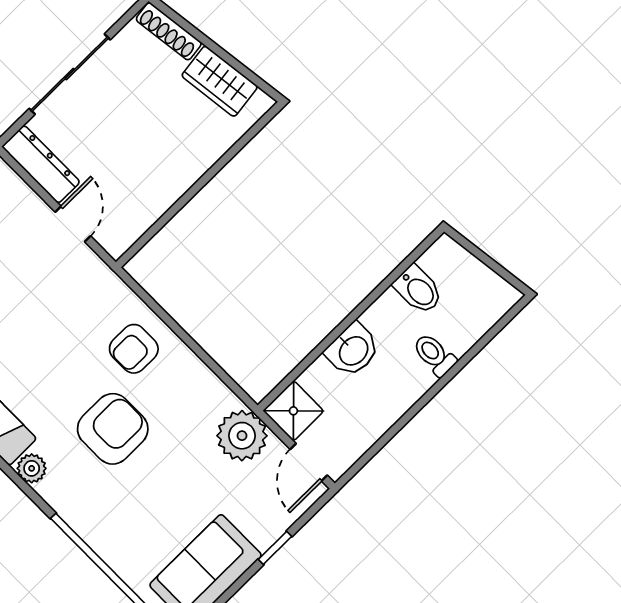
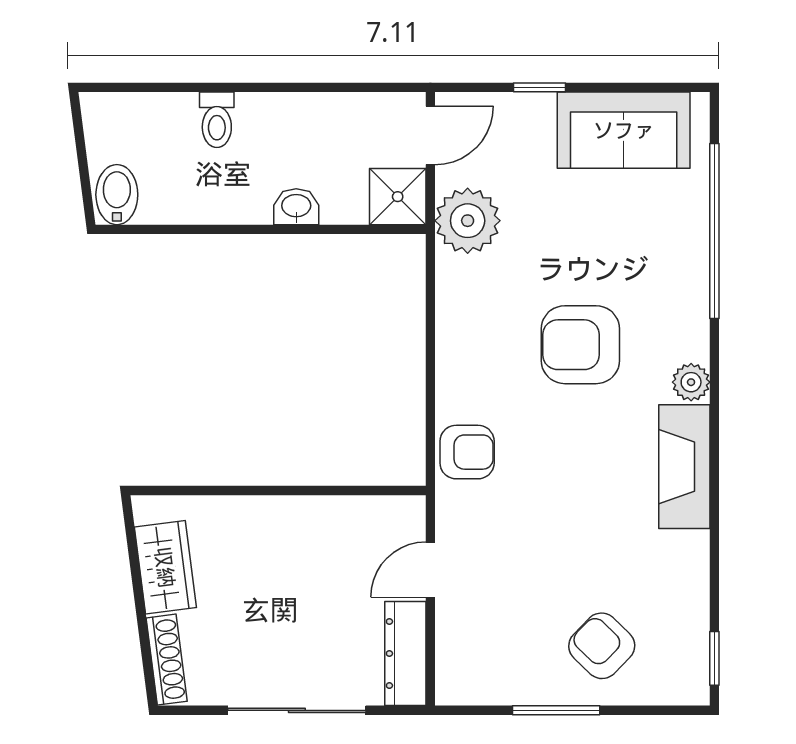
bidet: (418, 290) -> (117, 195), moved
armchair: (134, 349) -> (467, 452), moved
washbasin: (353, 350) -> (296, 207), width x0.72, depth x0.69

